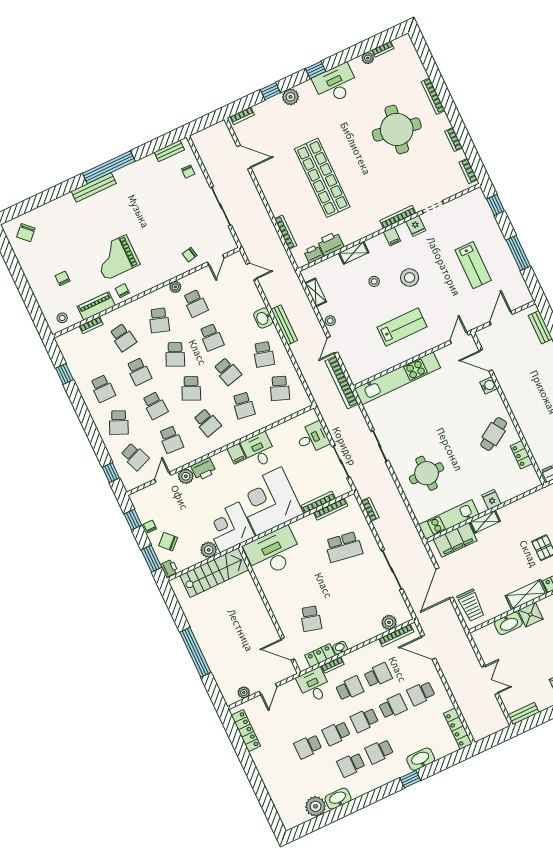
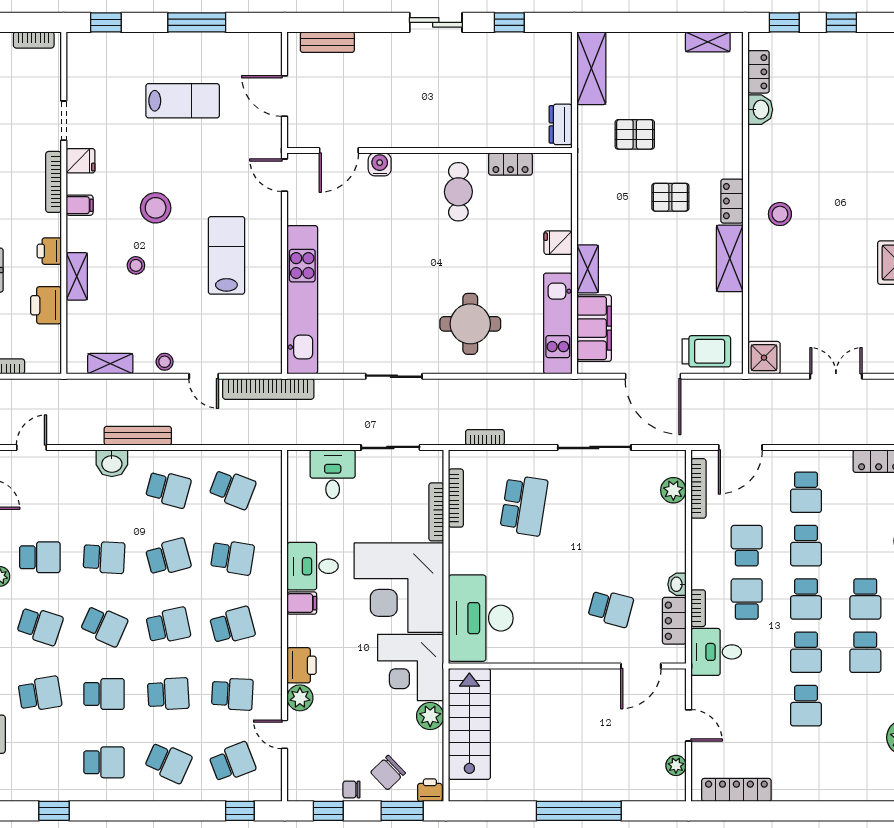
printer: (313, 254) -> (49, 251), moved
school desk: (191, 388) -> (168, 626), turned -36
cafe table: (494, 434) -> (458, 192), turned 33
shower: (531, 615) -> (764, 358), moved
washbasin: (508, 623) -> (762, 306), removed
school desk: (393, 707) -> (806, 546), turned 180

